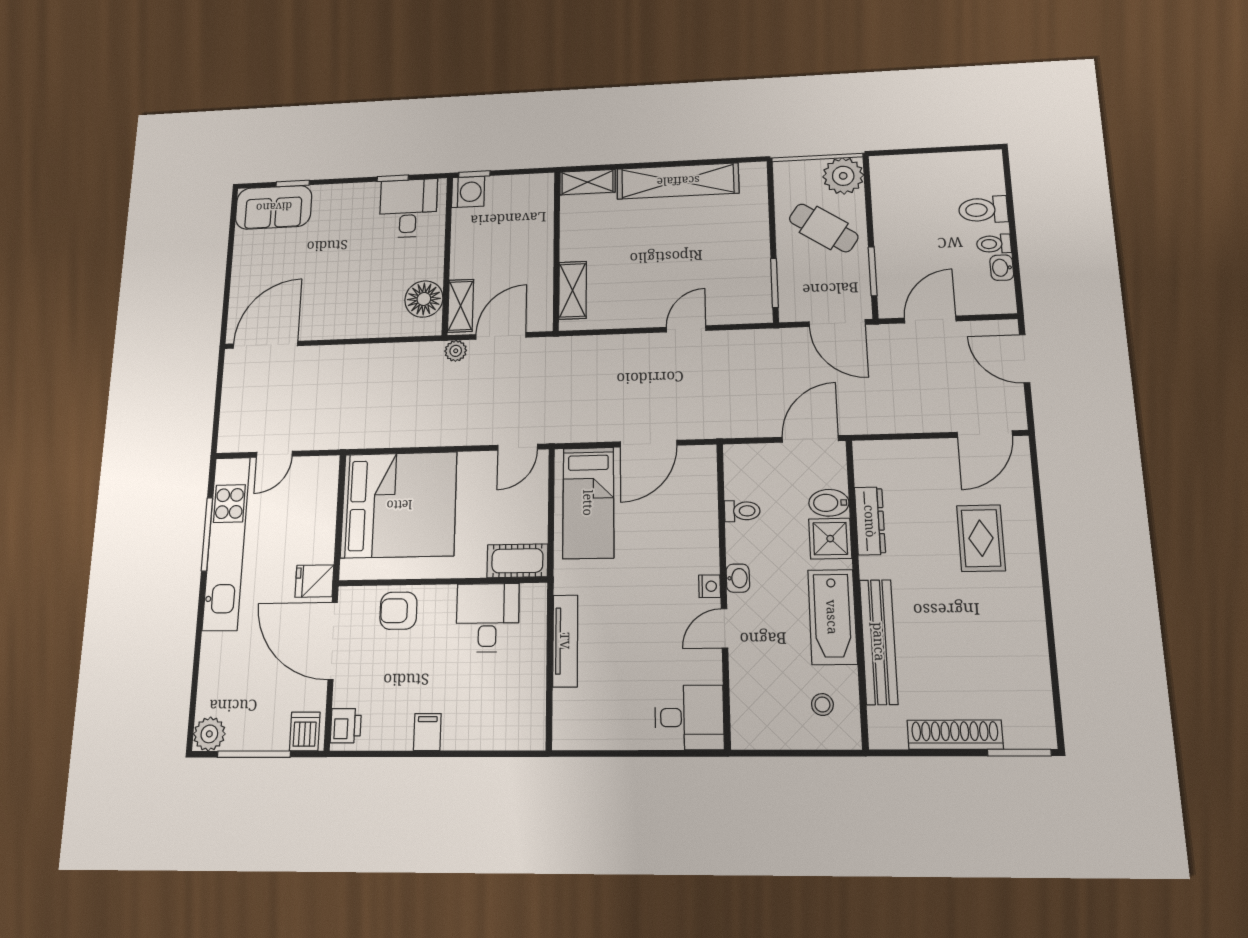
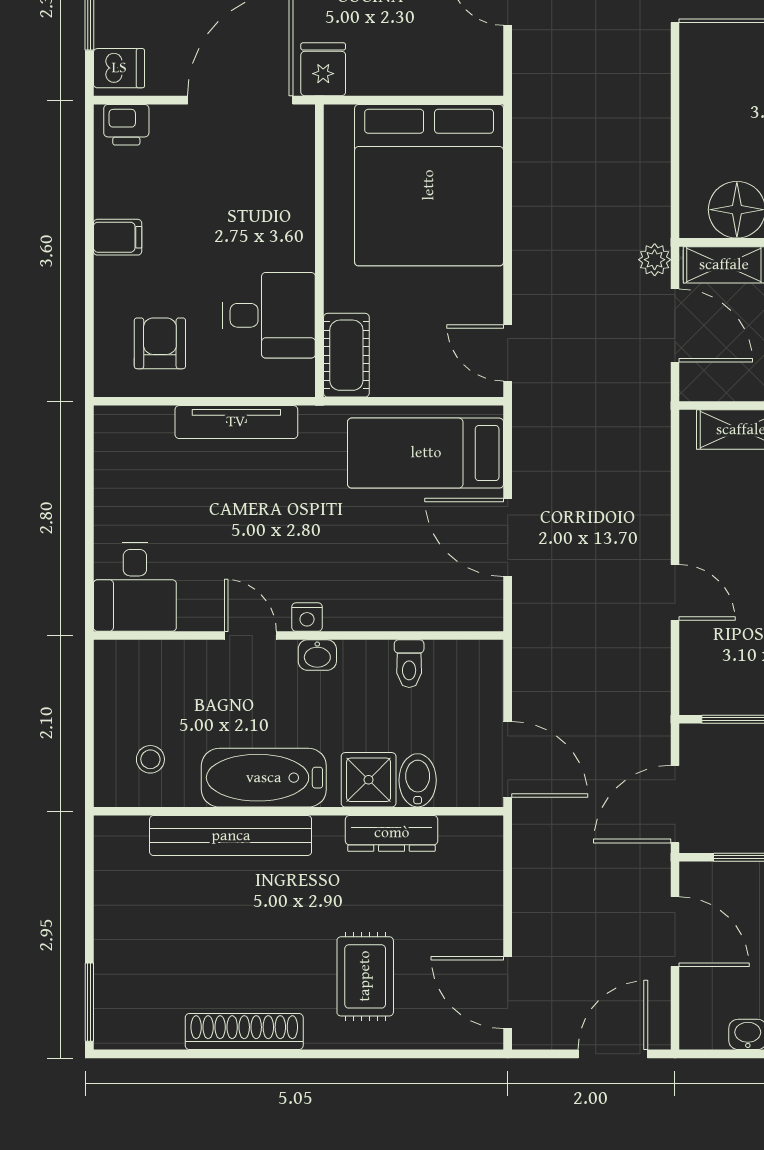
rug: (981, 538) -> (365, 976), turned 90
armchair: (398, 611) -> (160, 343), moved
shoe rack: (955, 735) -> (244, 1032), moved, turned -90

